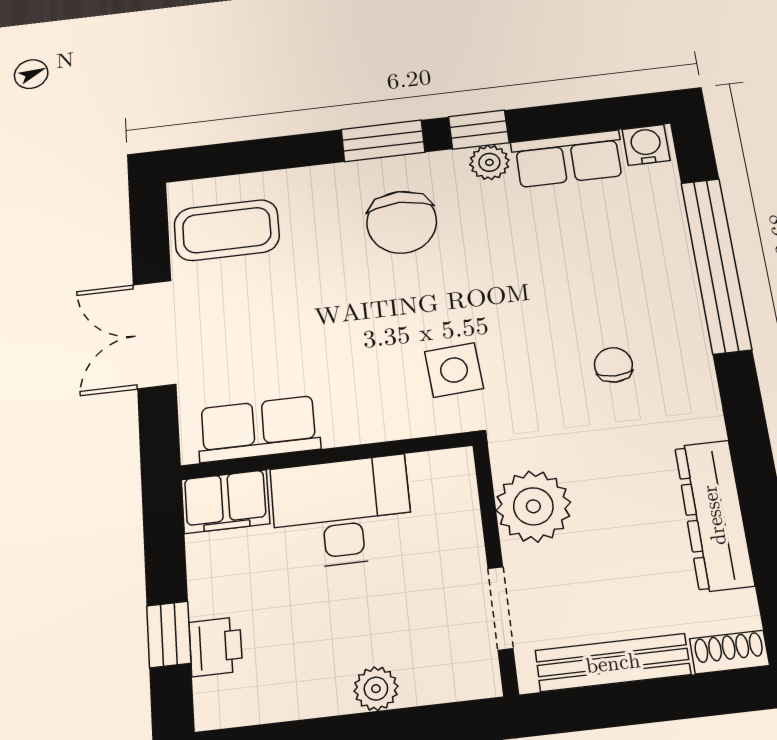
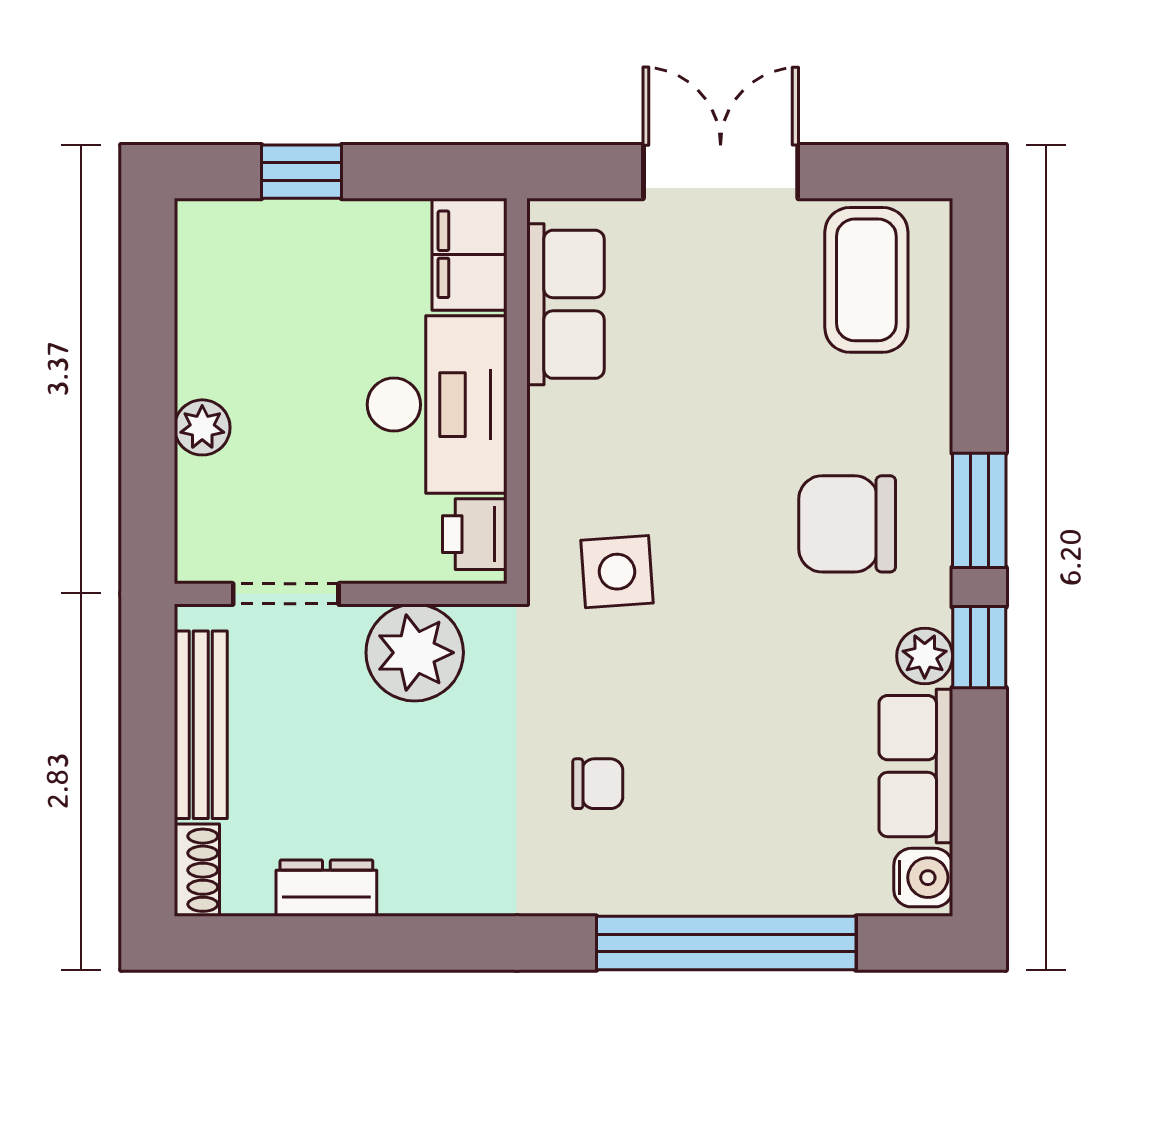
dresser: (714, 515) -> (326, 888), width x0.51, depth x0.80
printer: (216, 647) -> (475, 534), moved, turned 90

